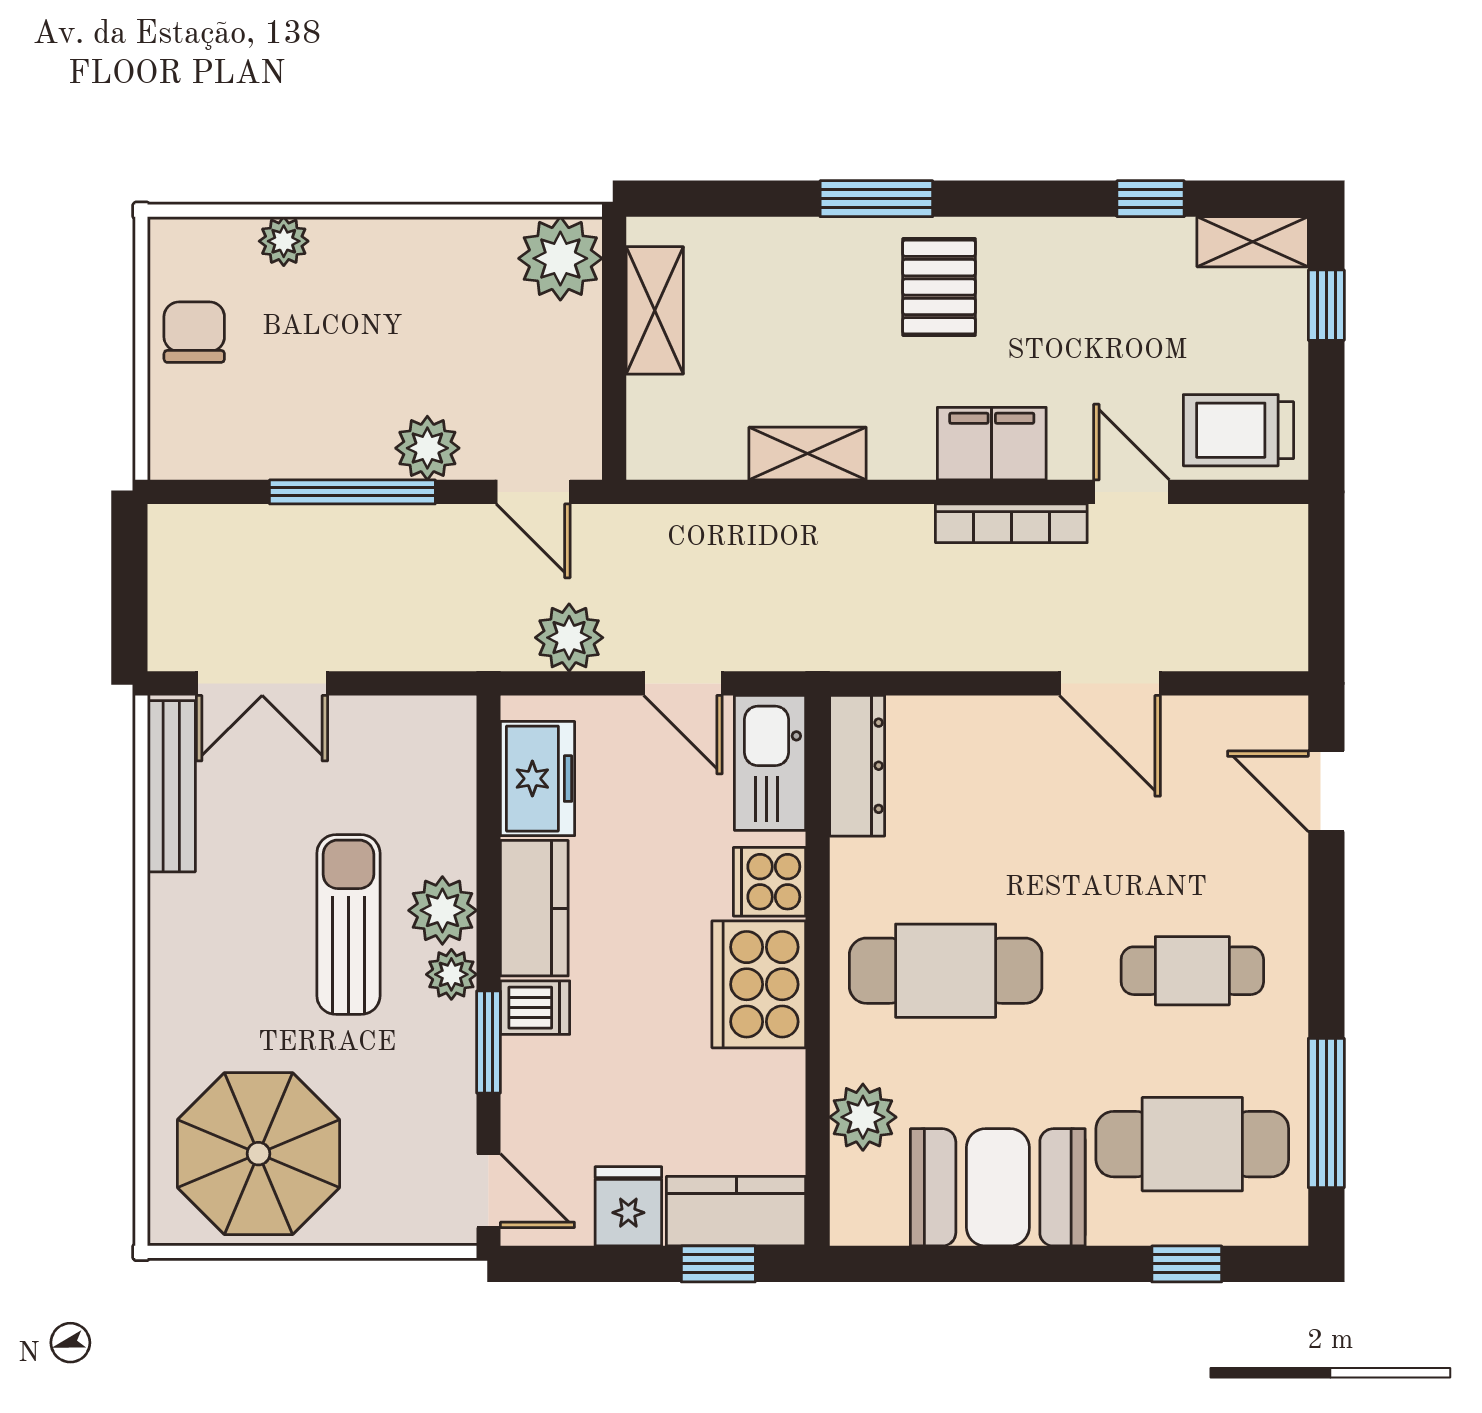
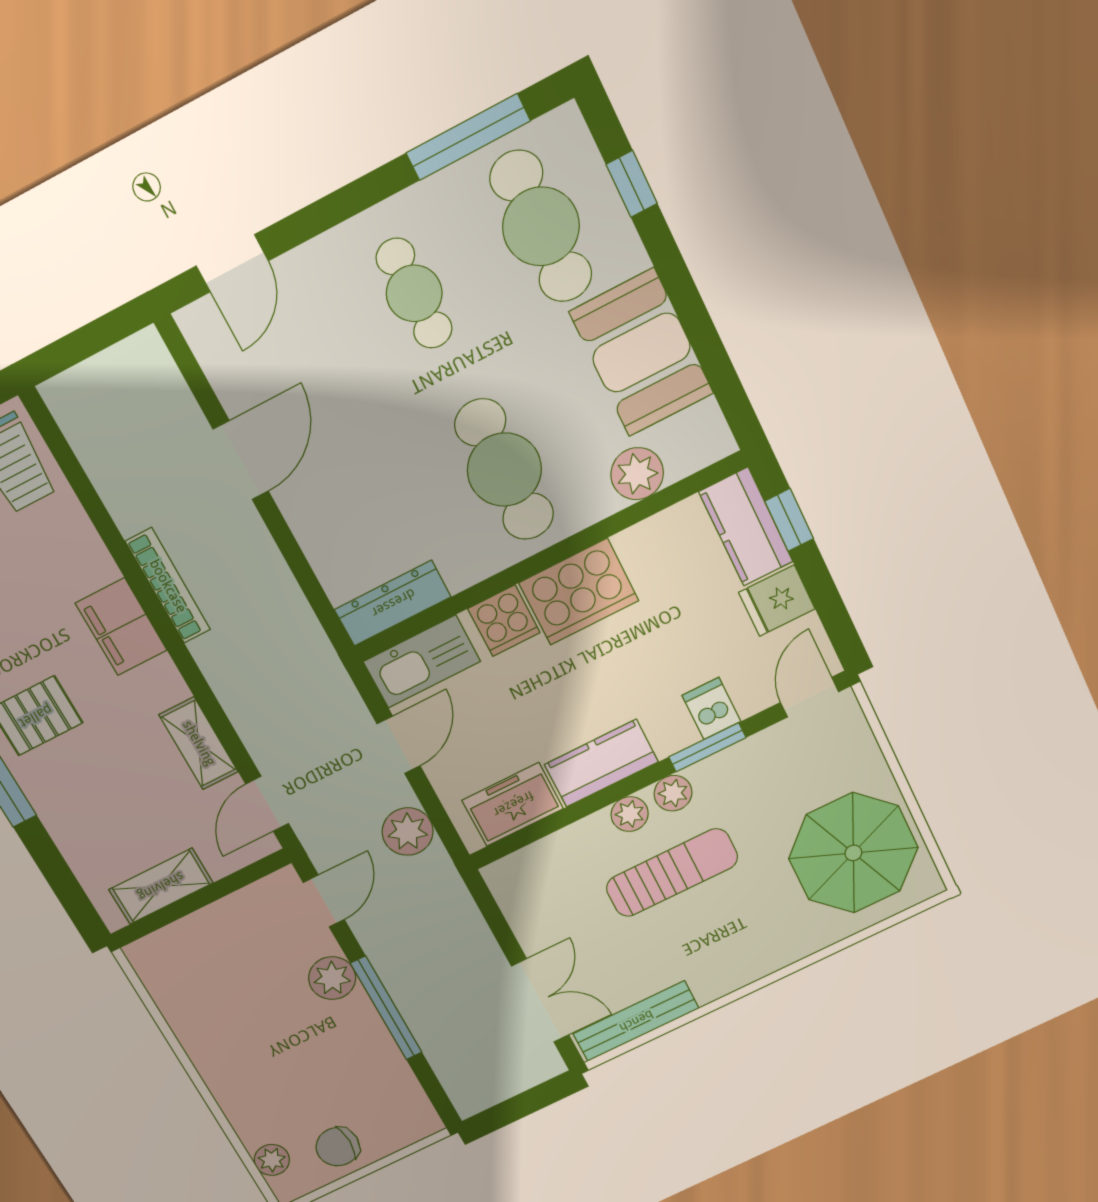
plant: (284, 241) -> (272, 1160), moved
plant: (560, 258) -> (162, 960), removed
door: (1132, 492) -> (267, 804), moved
plant: (442, 910) -> (630, 814), width x0.73, depth x0.73
sun lounger: (348, 925) -> (672, 873), turned 180
dishwasher: (535, 1008) -> (711, 708), moved

